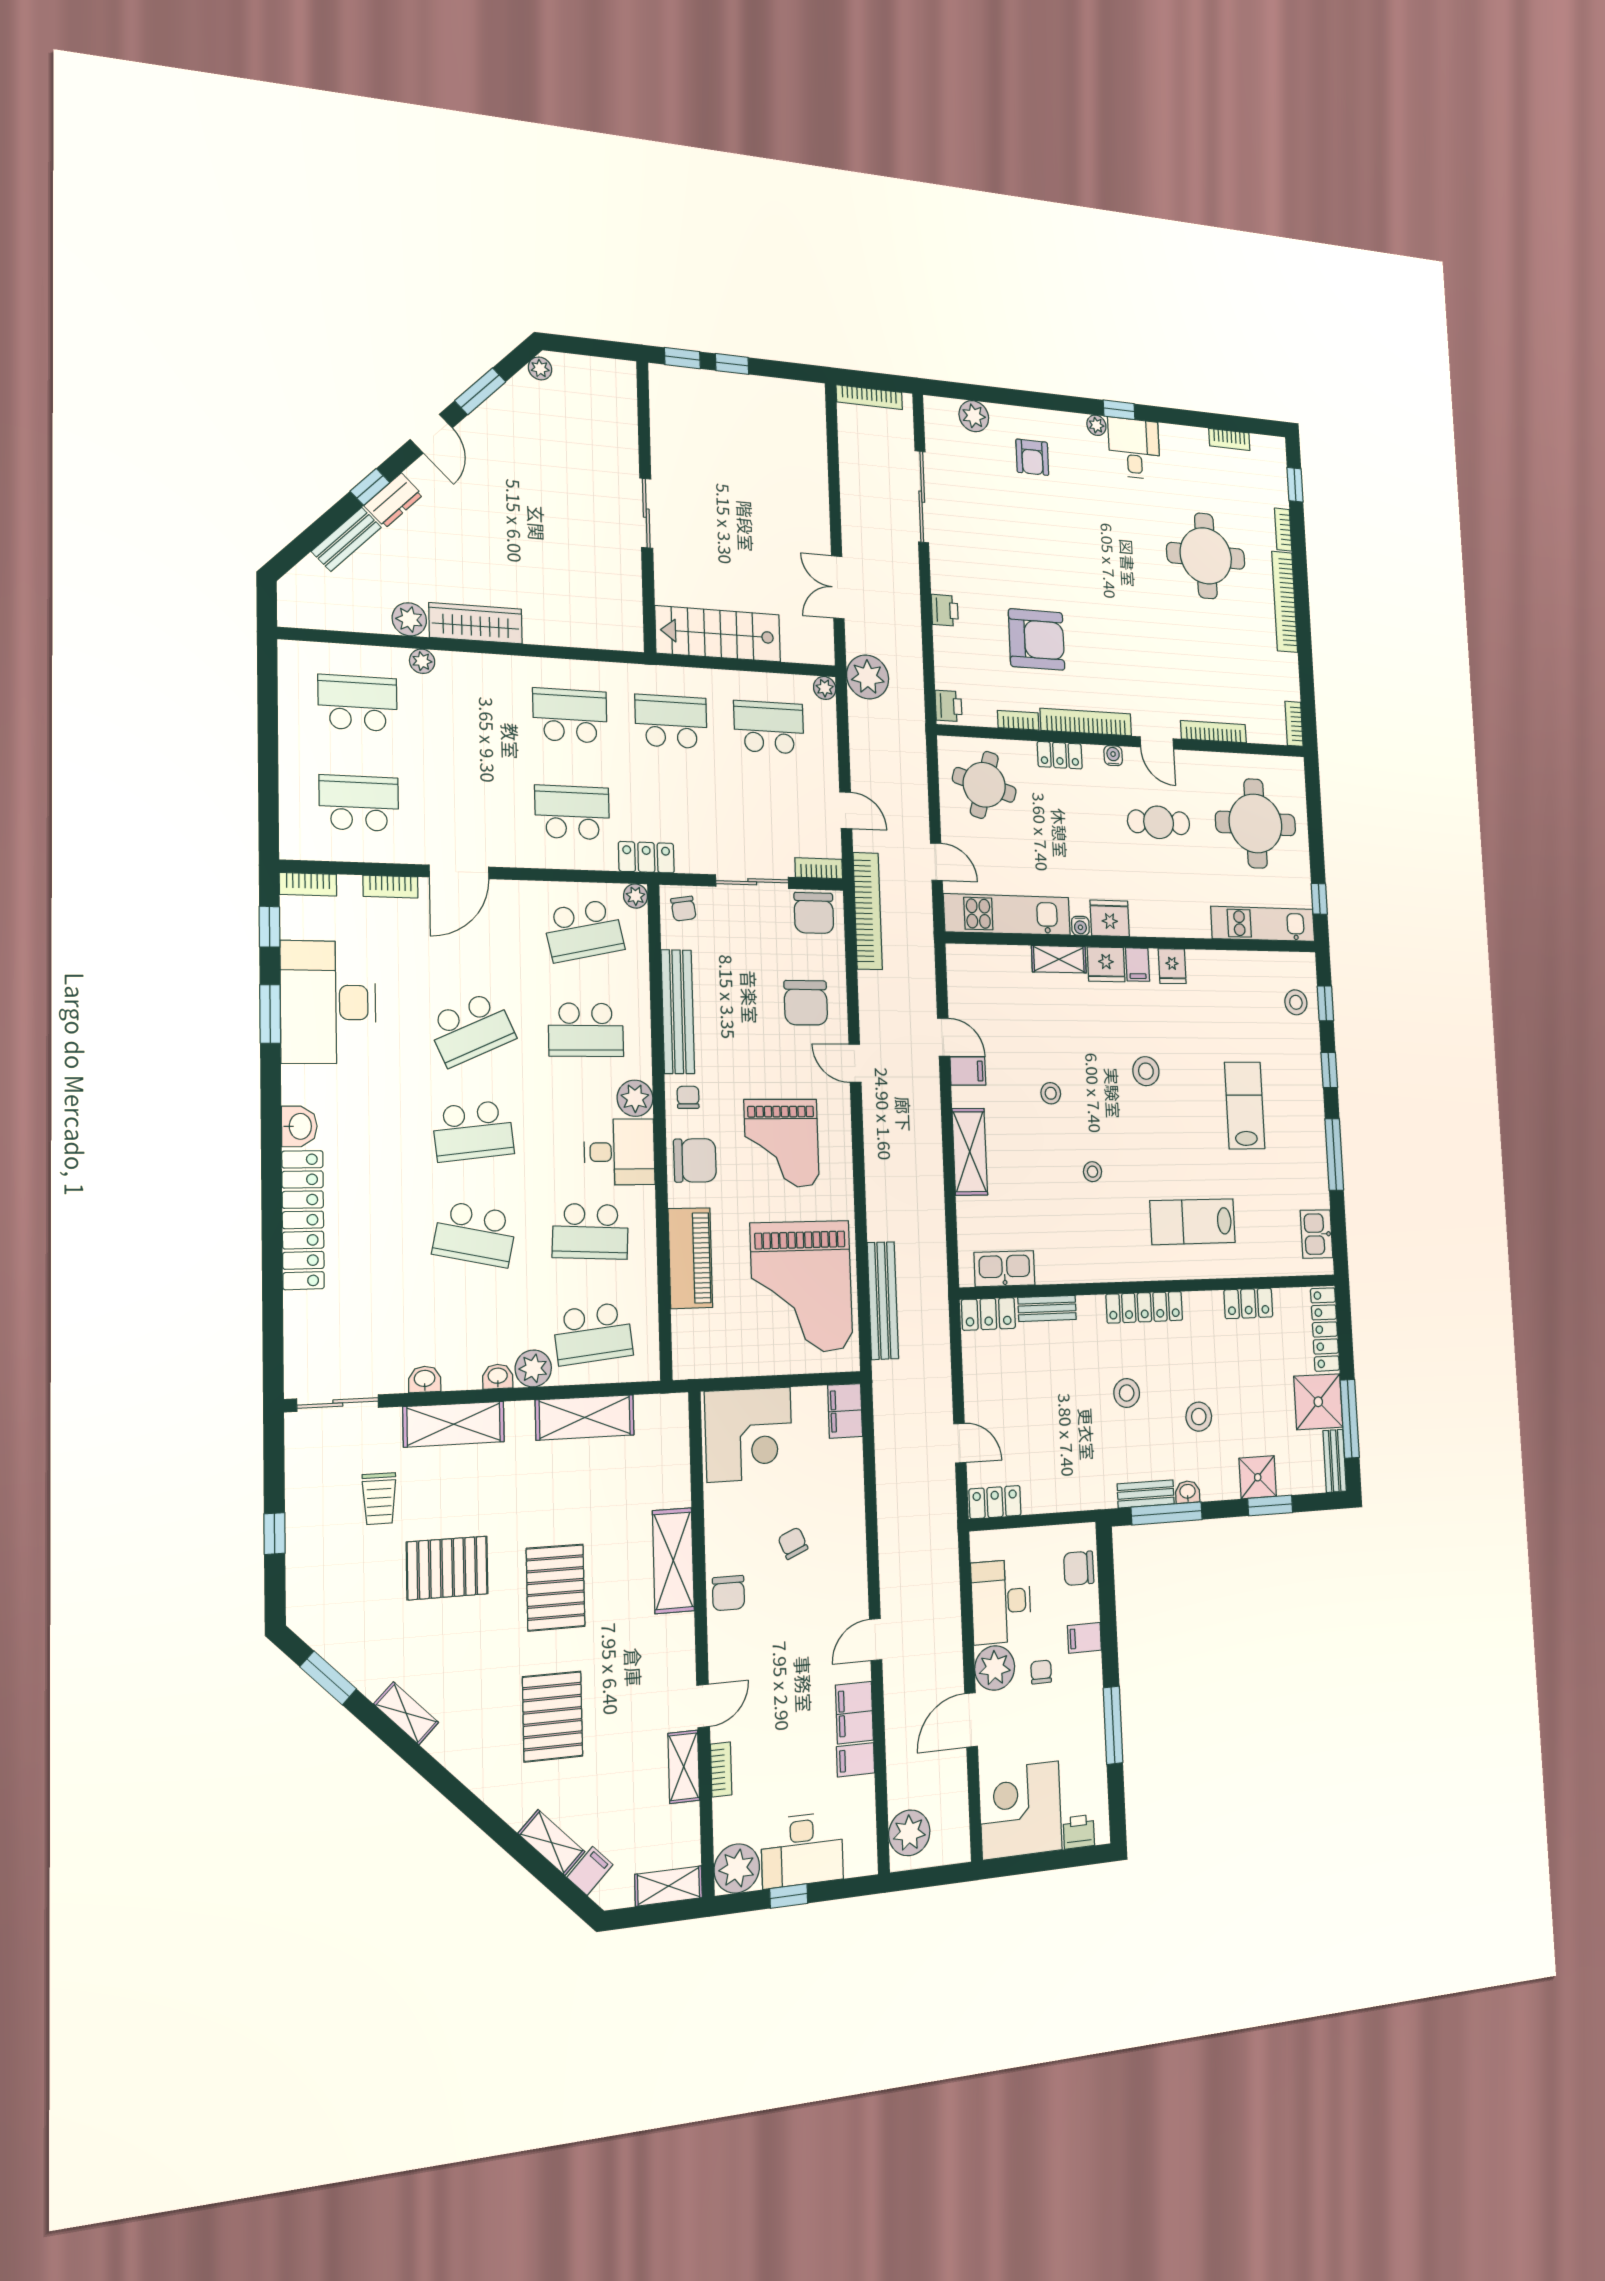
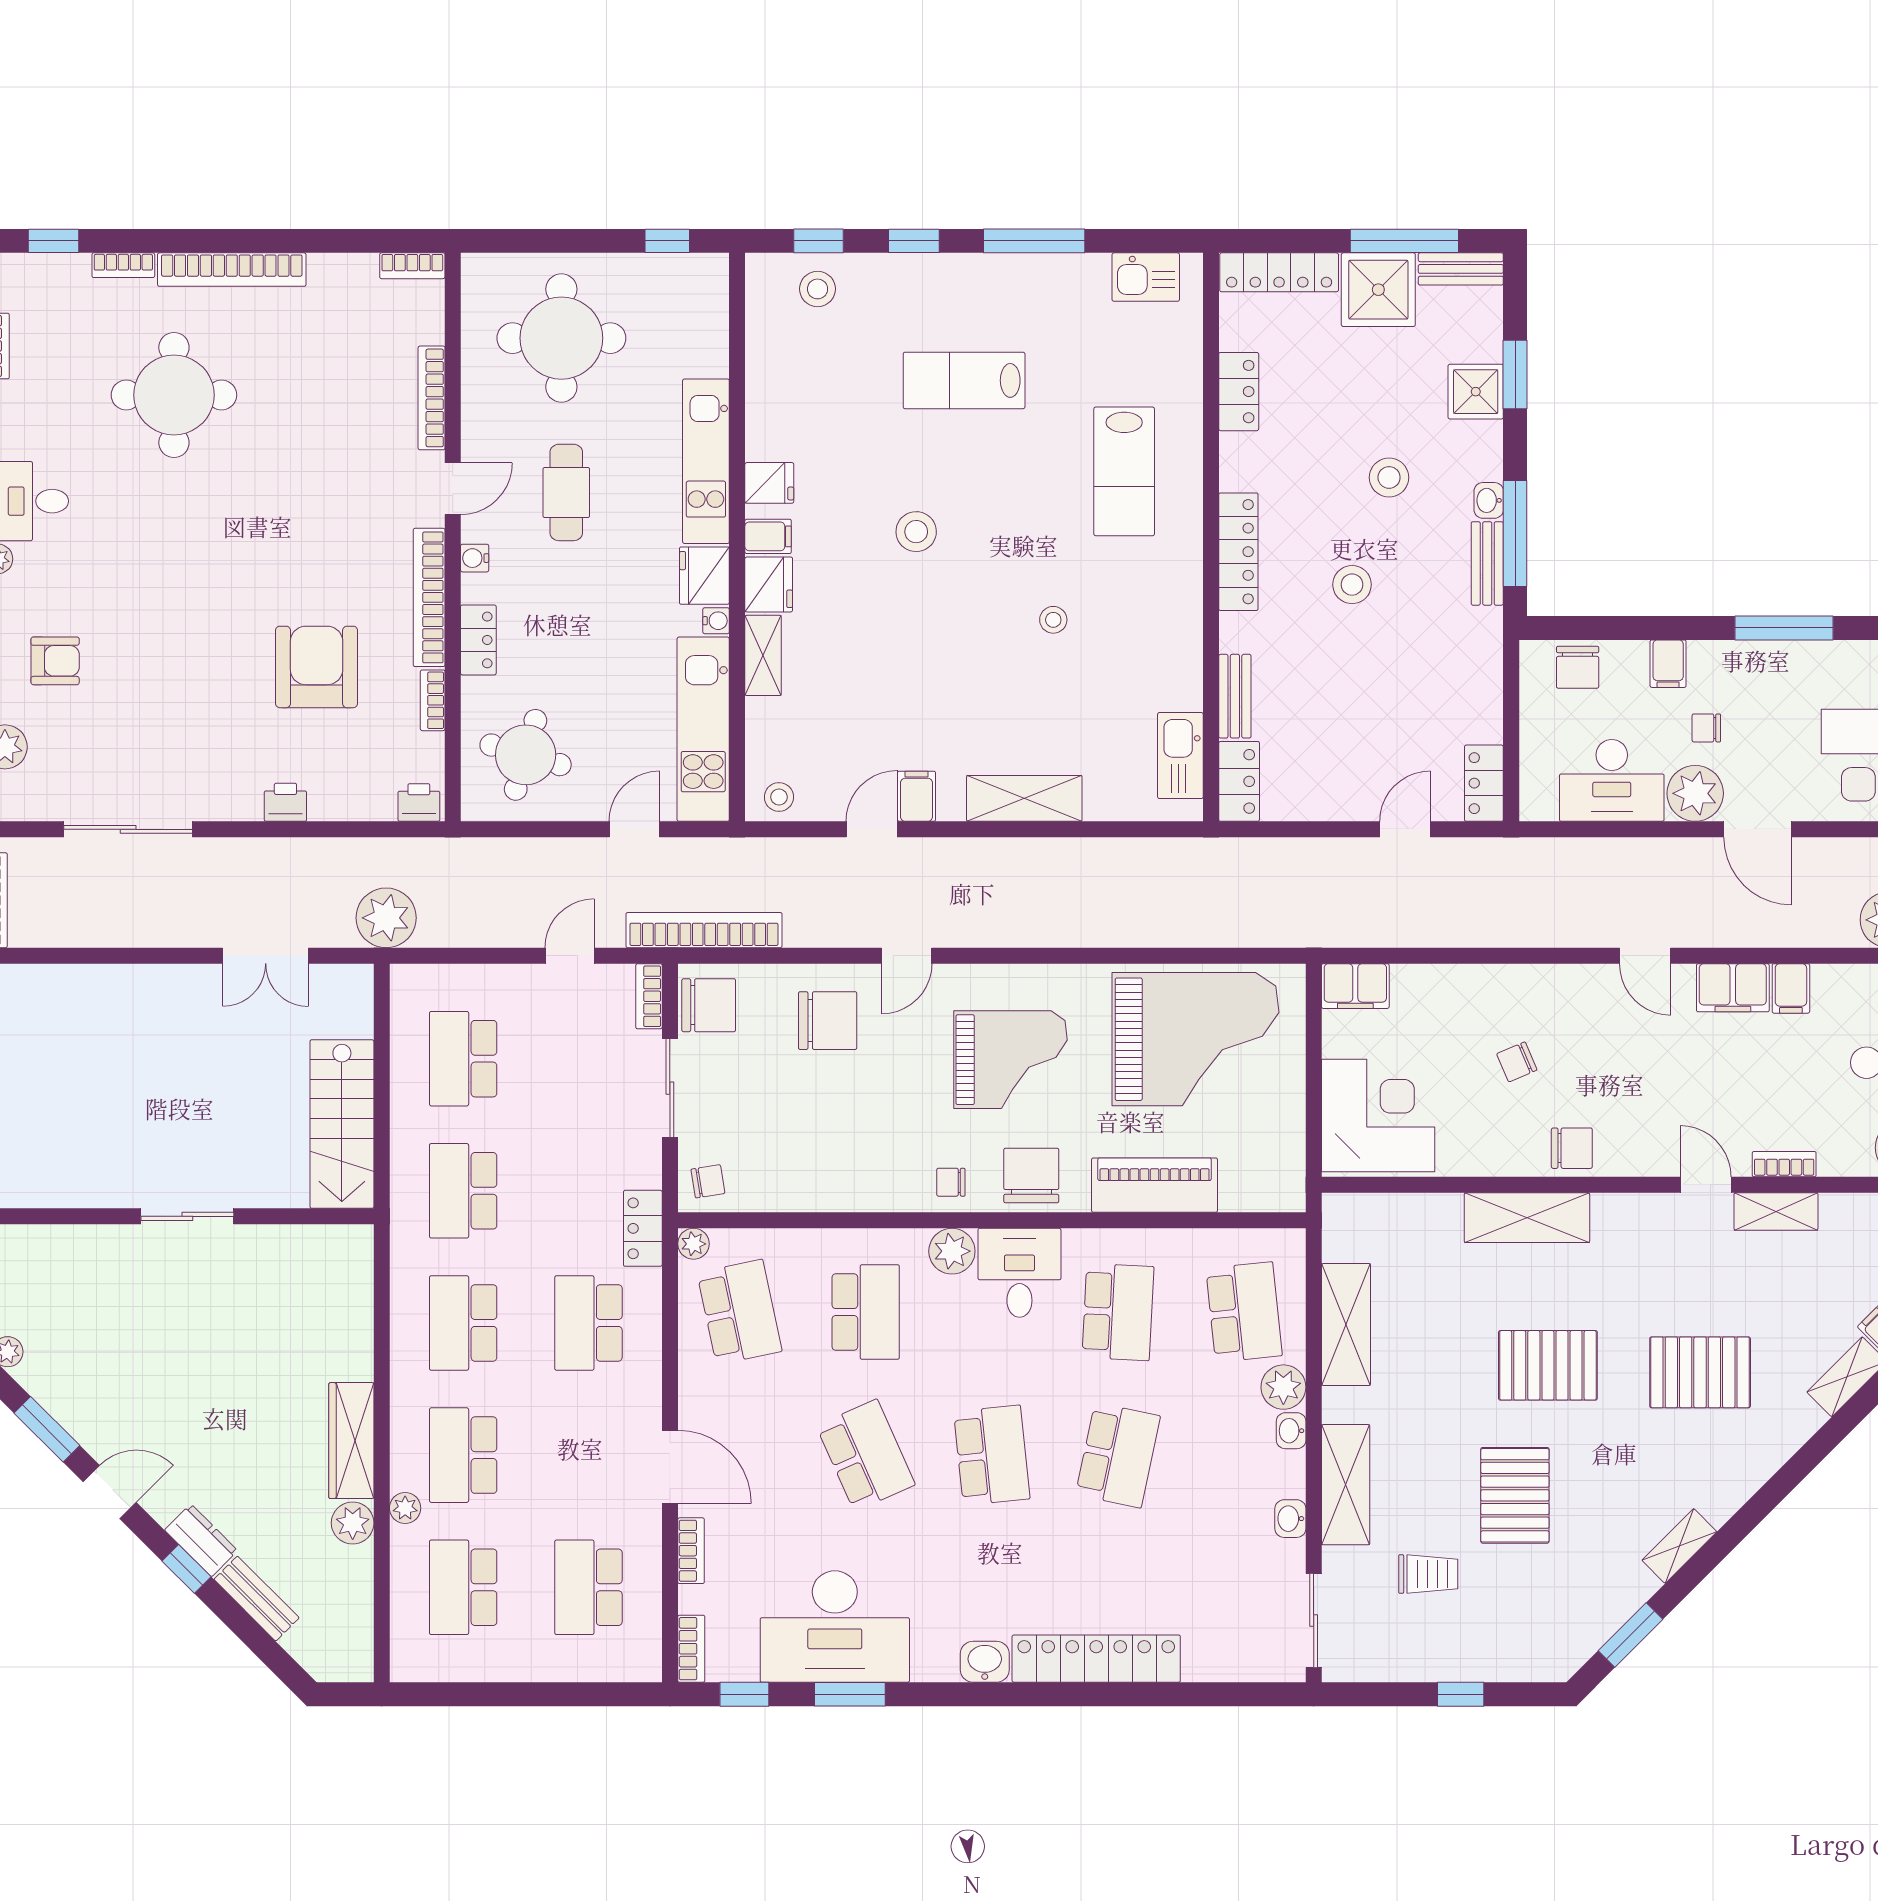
plant: (825, 688) -> (405, 979), removed
school desk: (466, 709) -> (463, 1455), added
kitchen unit: (1263, 924) -> (706, 461), moved
bench: (678, 1012) -> (841, 1193), removed
stool: (1051, 1093) -> (779, 797), moved
bench: (883, 1301) -> (1216, 929), removed

